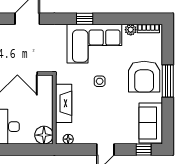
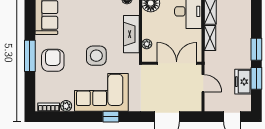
armchair: (144, 77) -> (53, 60), width x0.73, depth x0.73
side table: (100, 81) -> (96, 56), width x1.87, depth x1.87
plant: (48, 93) -> (147, 44), added

